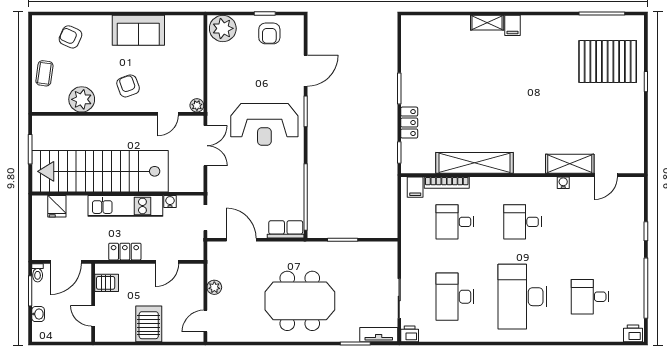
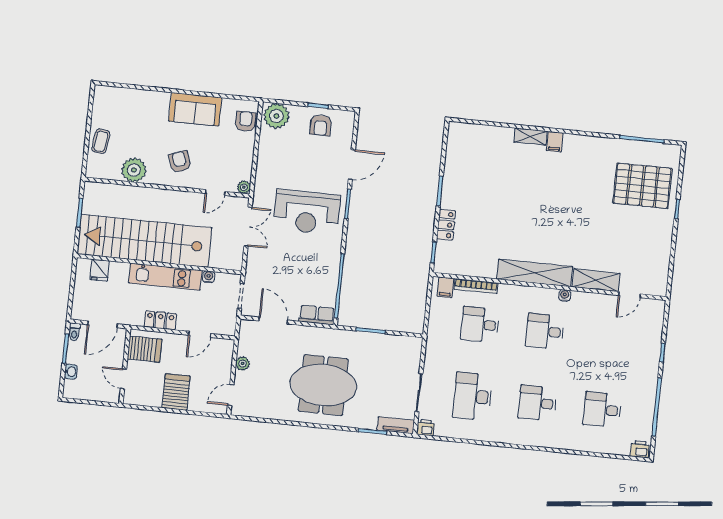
armchair: (70, 37) -> (246, 121), moved, turned 66
shelving: (475, 163) -> (535, 273), moved
water cooler: (563, 183) -> (565, 295), moved
server rack: (107, 283) -> (145, 349), width x1.36, depth x1.44
desk: (523, 297) -> (537, 403), width x0.53, depth x0.77

